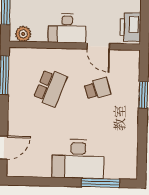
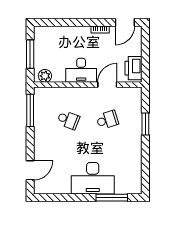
door: (98, 46) -> (107, 85), swing flipped
school desk: (50, 88) -> (68, 120), width x0.54

